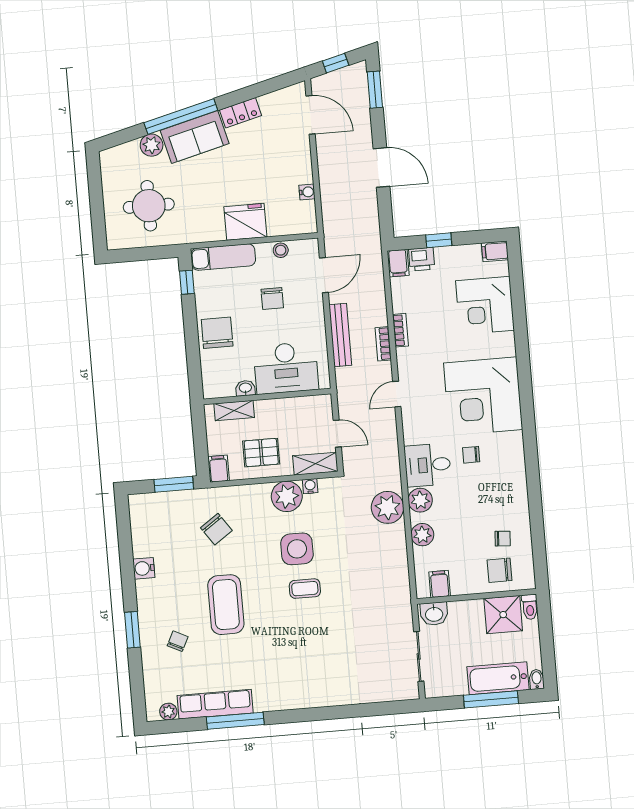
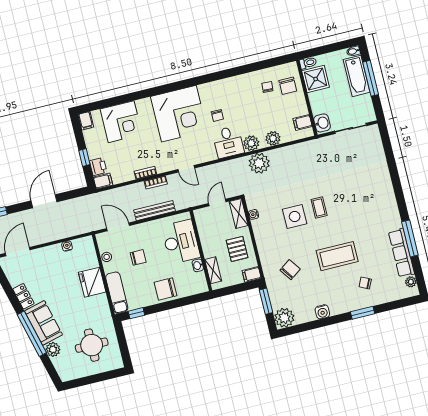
plant: (287, 496) -> (284, 318), moved

